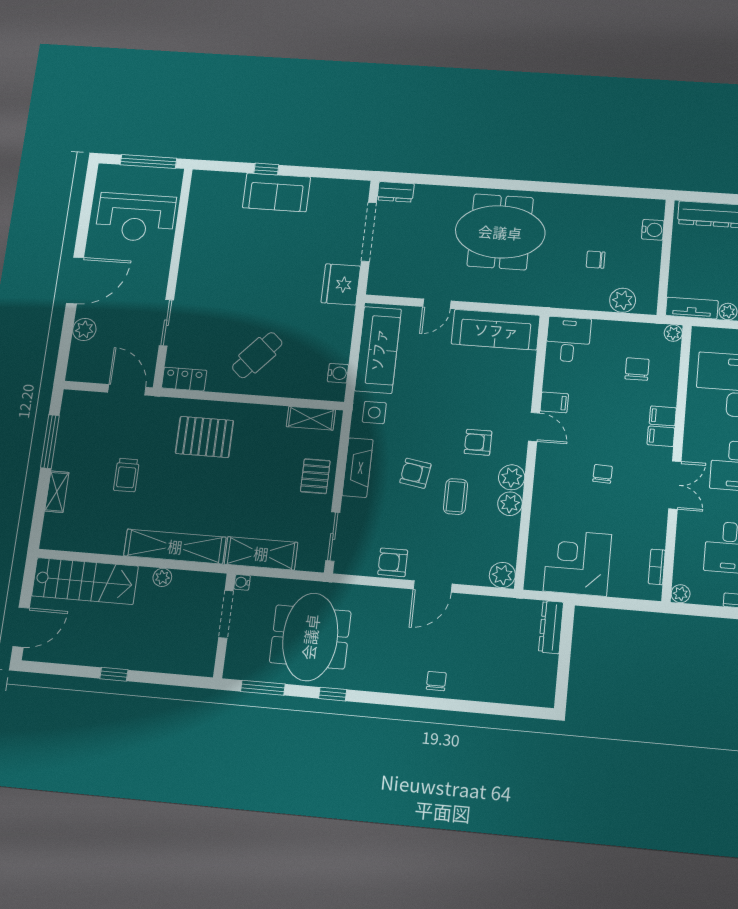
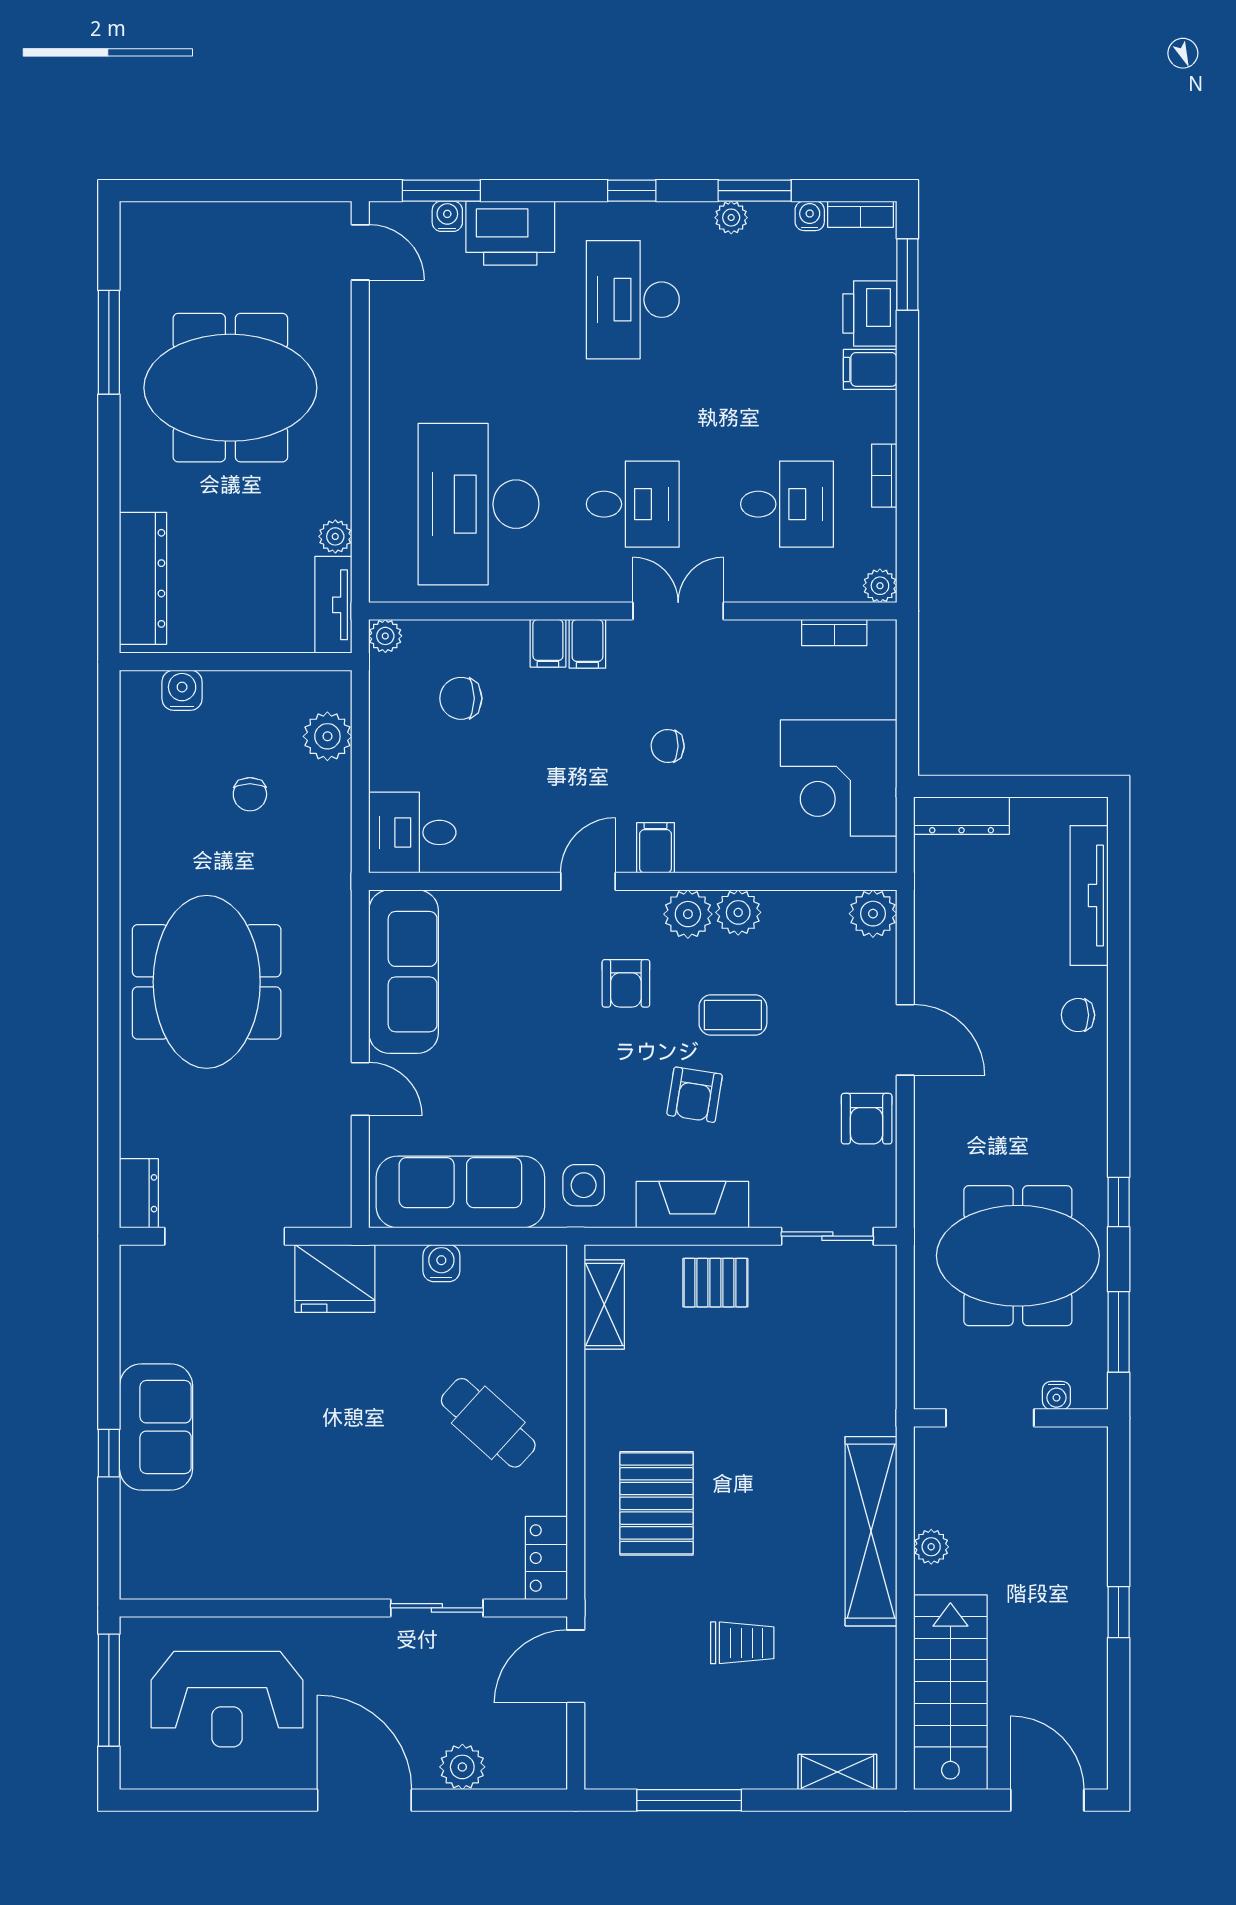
reception desk: (136, 217) -> (227, 1699), turned 90
water cooler: (338, 373) -> (441, 1263), moved
filing cabinet: (554, 402) -> (656, 848), moved
shelving: (57, 492) -> (837, 1772), moved
shelving: (261, 553) -> (870, 1367), removed
water cooler: (242, 582) -> (1056, 1395), moved
tv unit: (501, 693) -> (1089, 895), added

